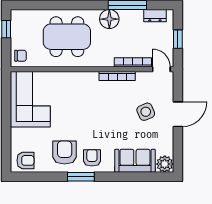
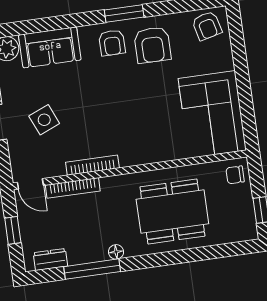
floor lamp: (109, 19) -> (116, 252), width x0.53, depth x0.53
armchair: (25, 160) -> (207, 26), turned -104

